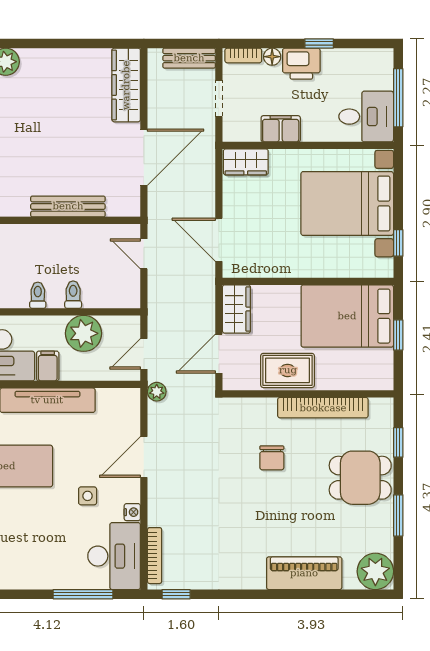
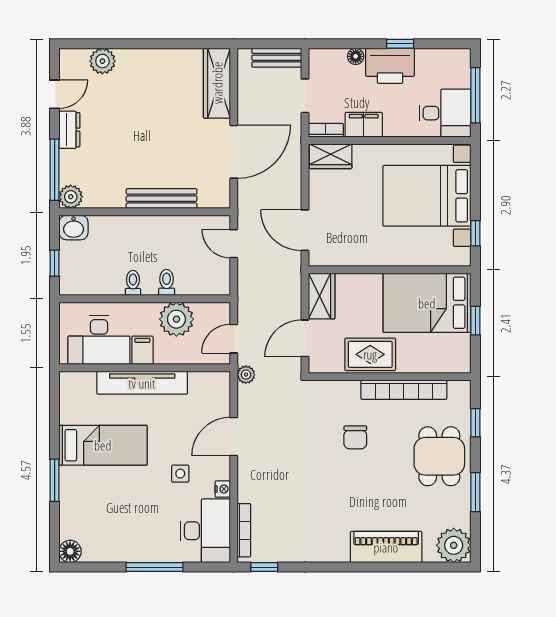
bookcase: (243, 55) -> (326, 130), moved, turned 180
printer: (301, 64) -> (390, 66), width x1.37, depth x1.19
dining table: (360, 478) -> (439, 456), turned 90
window: (83, 594) -> (155, 567), moved

